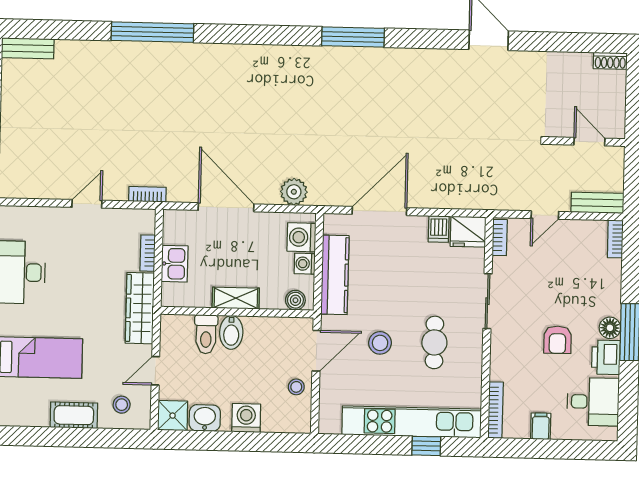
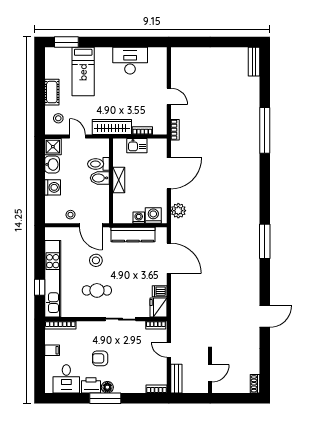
boiler: (295, 300) -> (118, 213), removed

